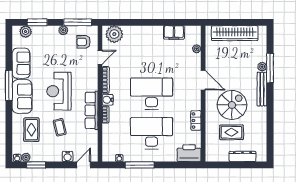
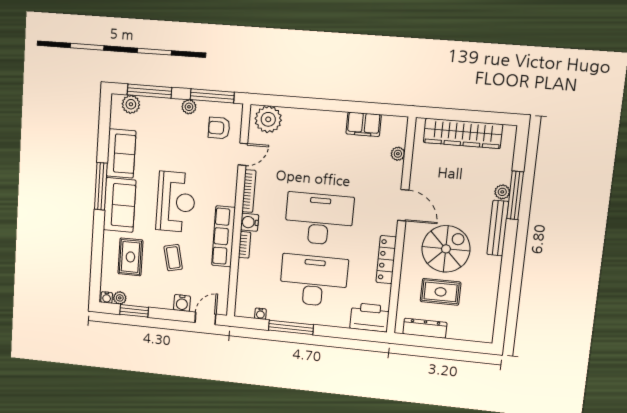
window: (37, 22) -> (149, 91), width x1.44
reception desk: (59, 91) -> (176, 202), turned 180
locker: (196, 120) -> (386, 260), width x1.53
dresser: (242, 156) -> (425, 328), moved

